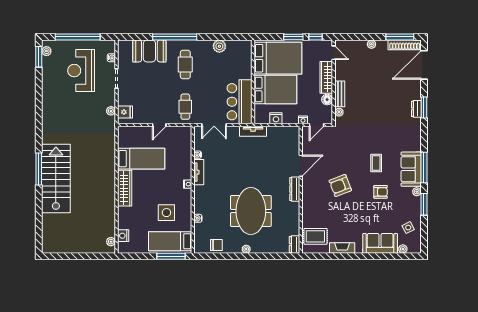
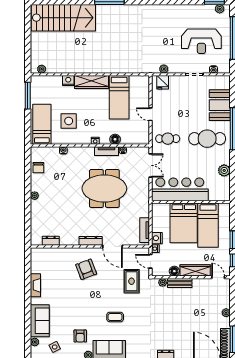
door: (334, 53) -> (218, 277), swing flipped
bed: (278, 58) -> (208, 225), width x0.67
cafe table: (185, 64) -> (207, 139), width x1.37, depth x1.35
reception desk: (81, 71) -> (201, 41), turned 180
bar counter: (240, 102) -> (180, 189), width x1.36
nightstand: (276, 118) -> (157, 238), moved
double door: (214, 125) -> (151, 165), swing flipped
tv unit: (253, 131) -> (145, 230), moved
floor lamp: (186, 163) -> (115, 139), added
stairs: (56, 179) -> (63, 18), moved
armchair: (340, 185) -> (86, 269), moved
armchair: (381, 192) -> (80, 336), moved
meeting table: (251, 211) -> (104, 188), moved
nightstand: (123, 236) -> (68, 81), moved
rug: (315, 236) -> (132, 281), moved
dresser: (295, 244) -> (51, 241), moved
window: (171, 256) -> (28, 96), moved

